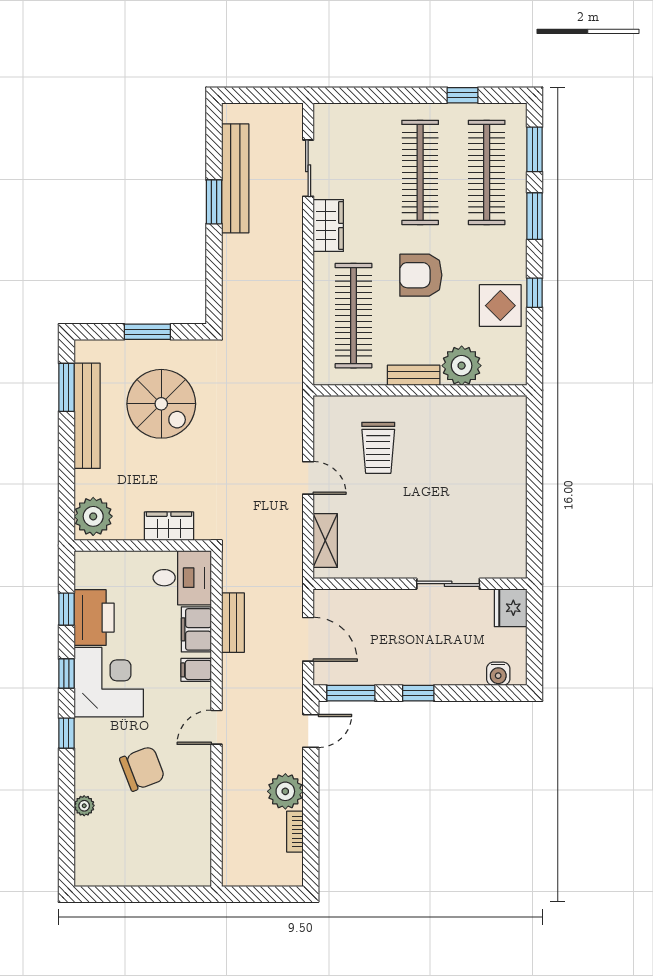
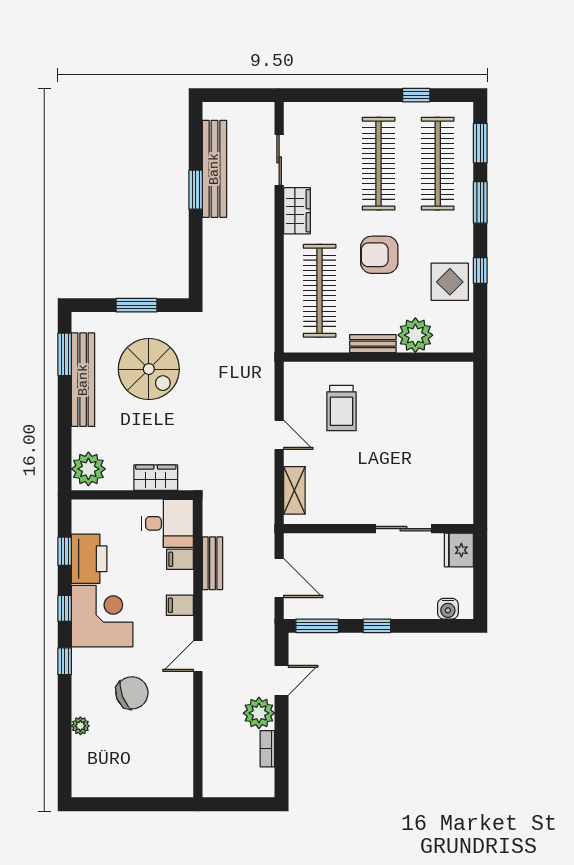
filing cabinet: (196, 629) -> (180, 559), width x0.50
door: (311, 731) -> (281, 680), moved

